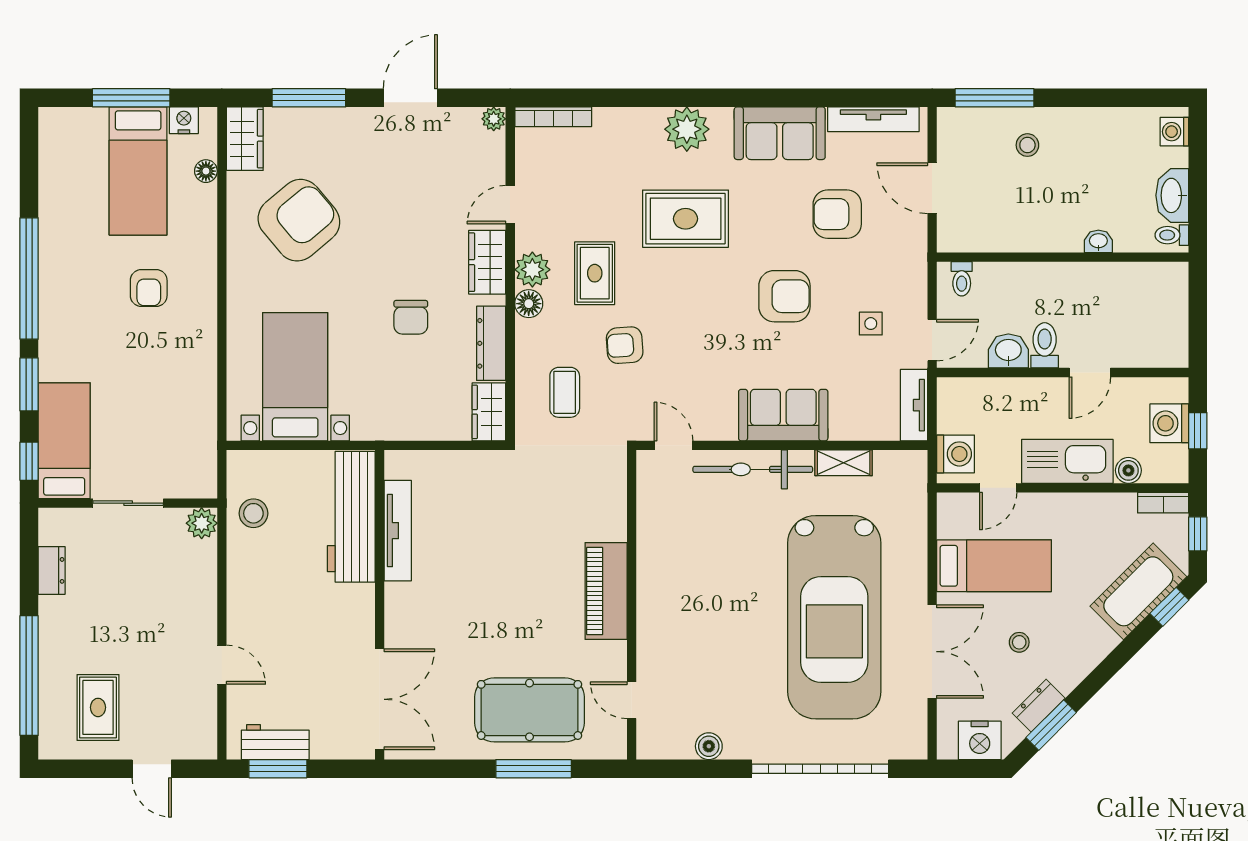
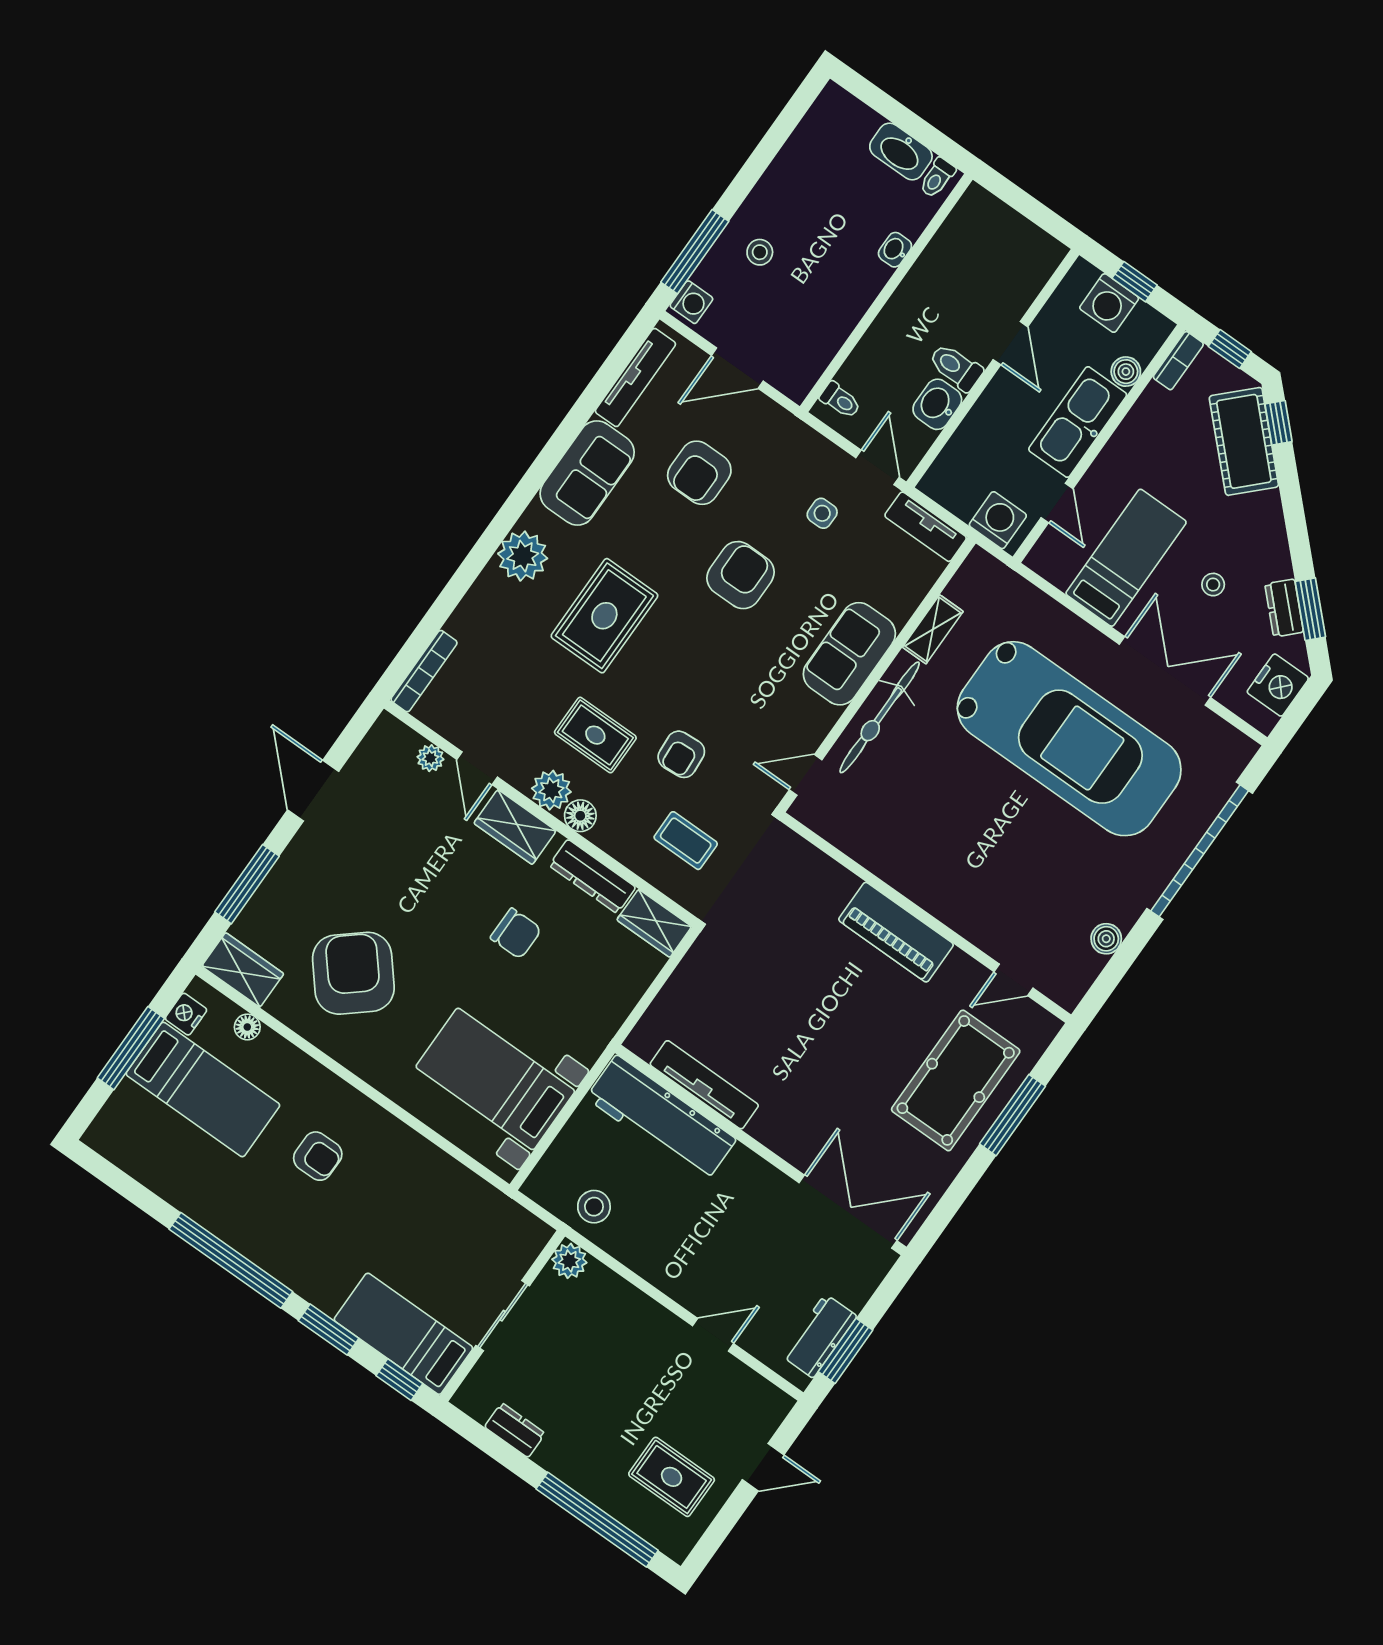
plant: (494, 119) -> (430, 758), moved
washing machine: (1174, 132) -> (691, 302), moved, turned -90

